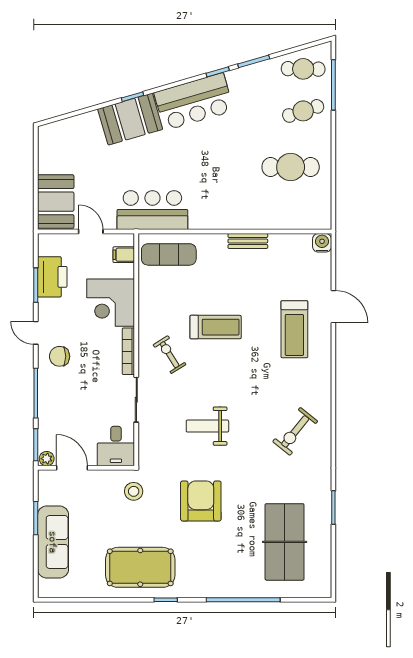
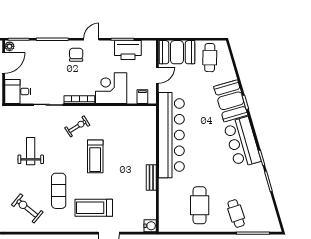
cafe table: (303, 69) -> (210, 58), moved
bar counter: (152, 210) -> (171, 135), width x1.86
exercise mat: (169, 254) -> (59, 191), moved

